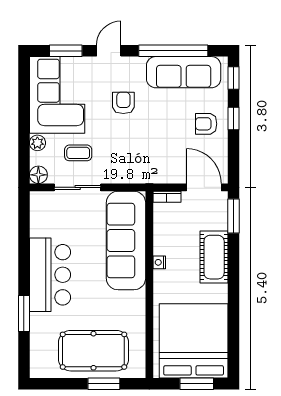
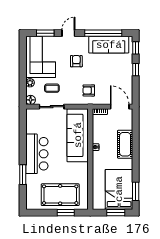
armchair: (206, 124) -> (89, 90), moved
window: (234, 216) -> (136, 191), moved
bed: (194, 341) -> (119, 189), width x0.73

